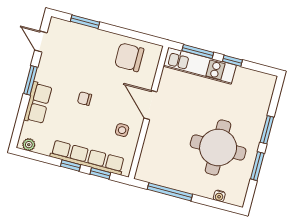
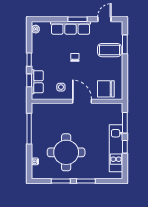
coffee table: (87, 46) -> (109, 50), added
chair: (129, 57) -> (106, 89), moved, turned -90
kitchen unit: (200, 66) -> (116, 148), moved
row of seats: (38, 103) -> (71, 28), width x1.48
door: (150, 105) -> (82, 101), hinge flipped
row of seats: (87, 158) -> (37, 82), width x0.50

